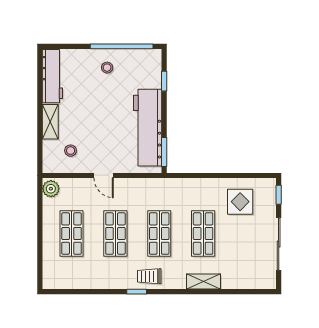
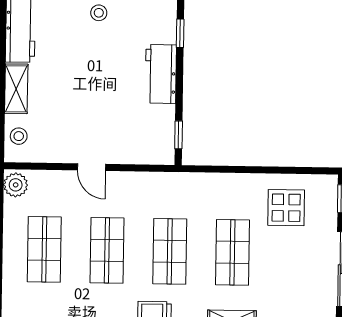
workbench: (148, 128) -> (161, 74), width x0.53, depth x0.76
stool: (71, 151) -> (19, 136), moved
window: (164, 152) -> (179, 135), width x0.67

